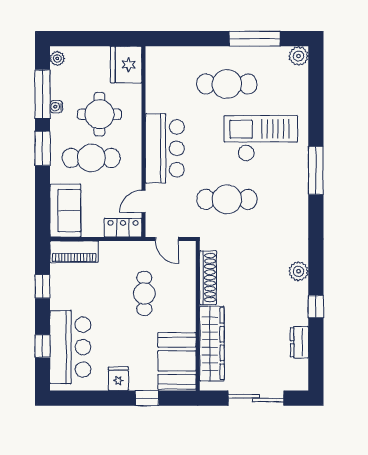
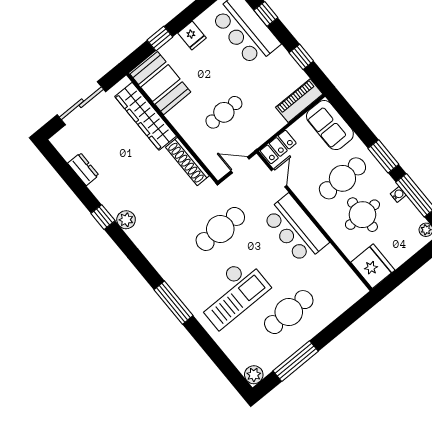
cafe table: (144, 293) -> (224, 112), turned 90
window: (316, 307) -> (103, 217), moved

